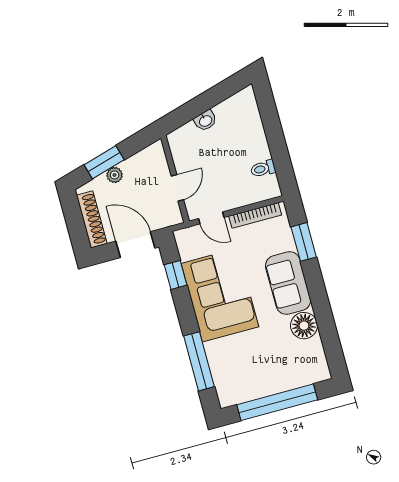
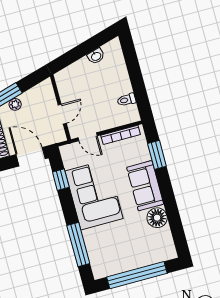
washbasin: (205, 121) -> (96, 56), moved

